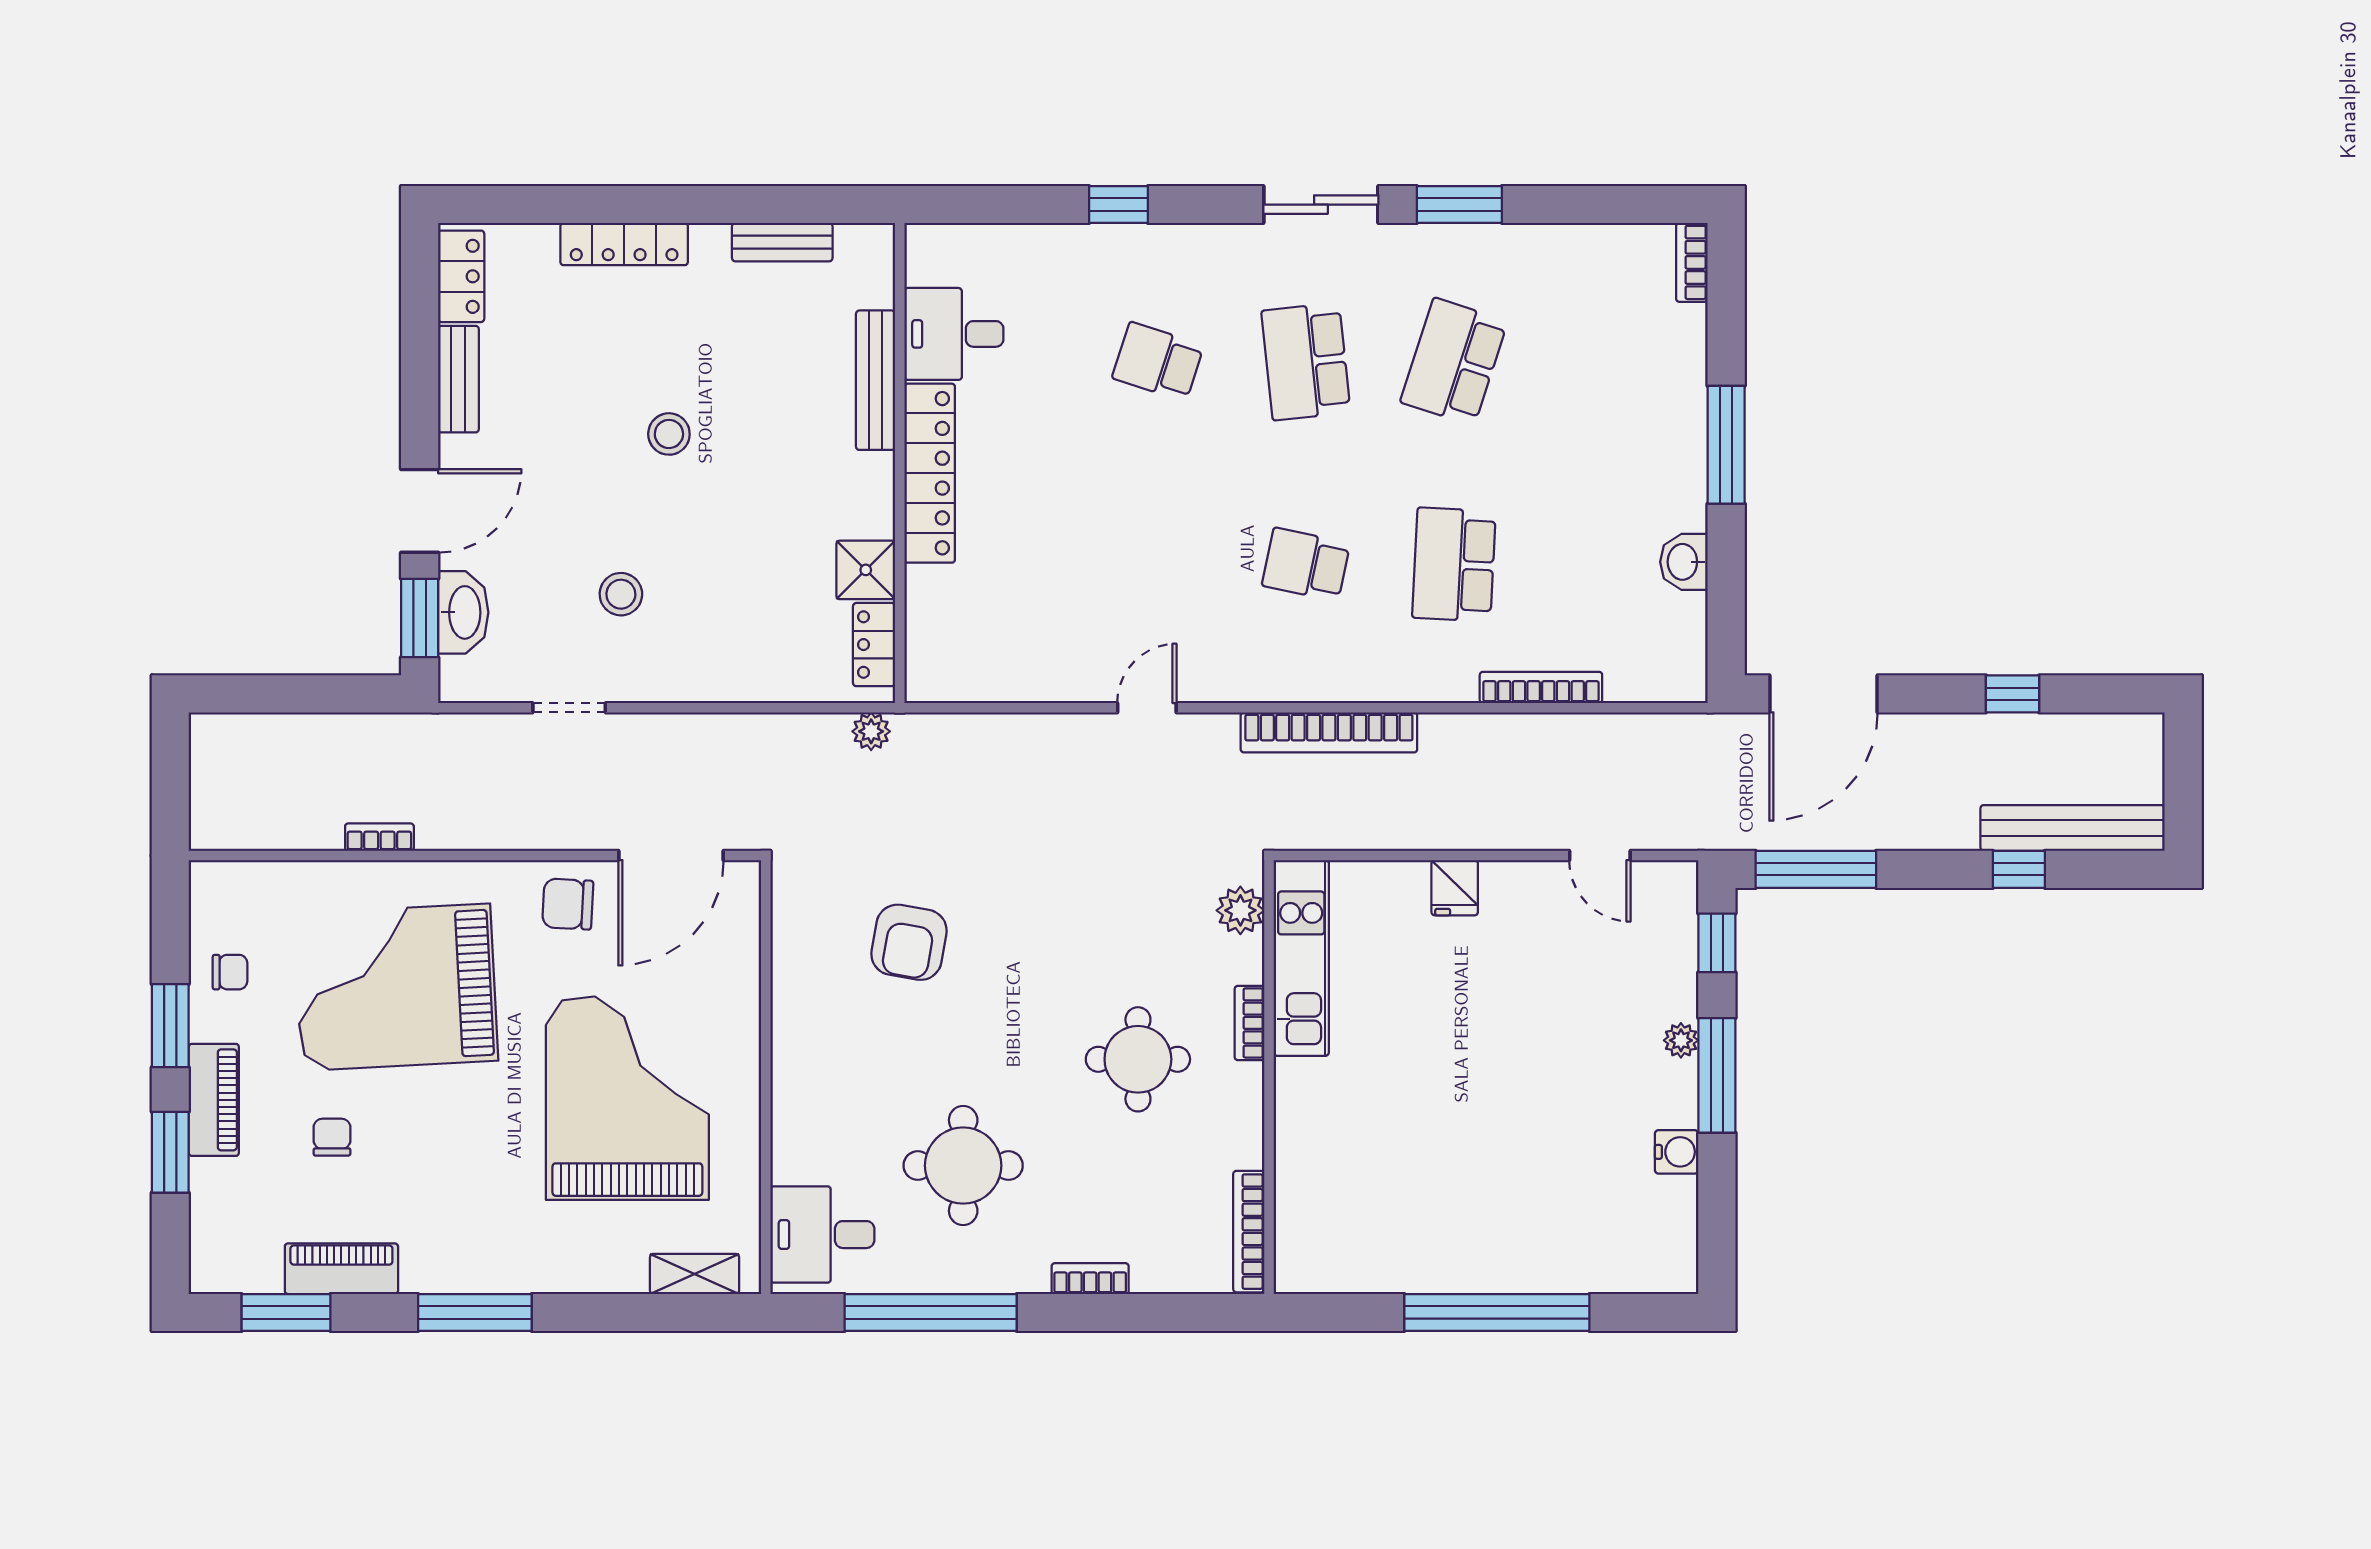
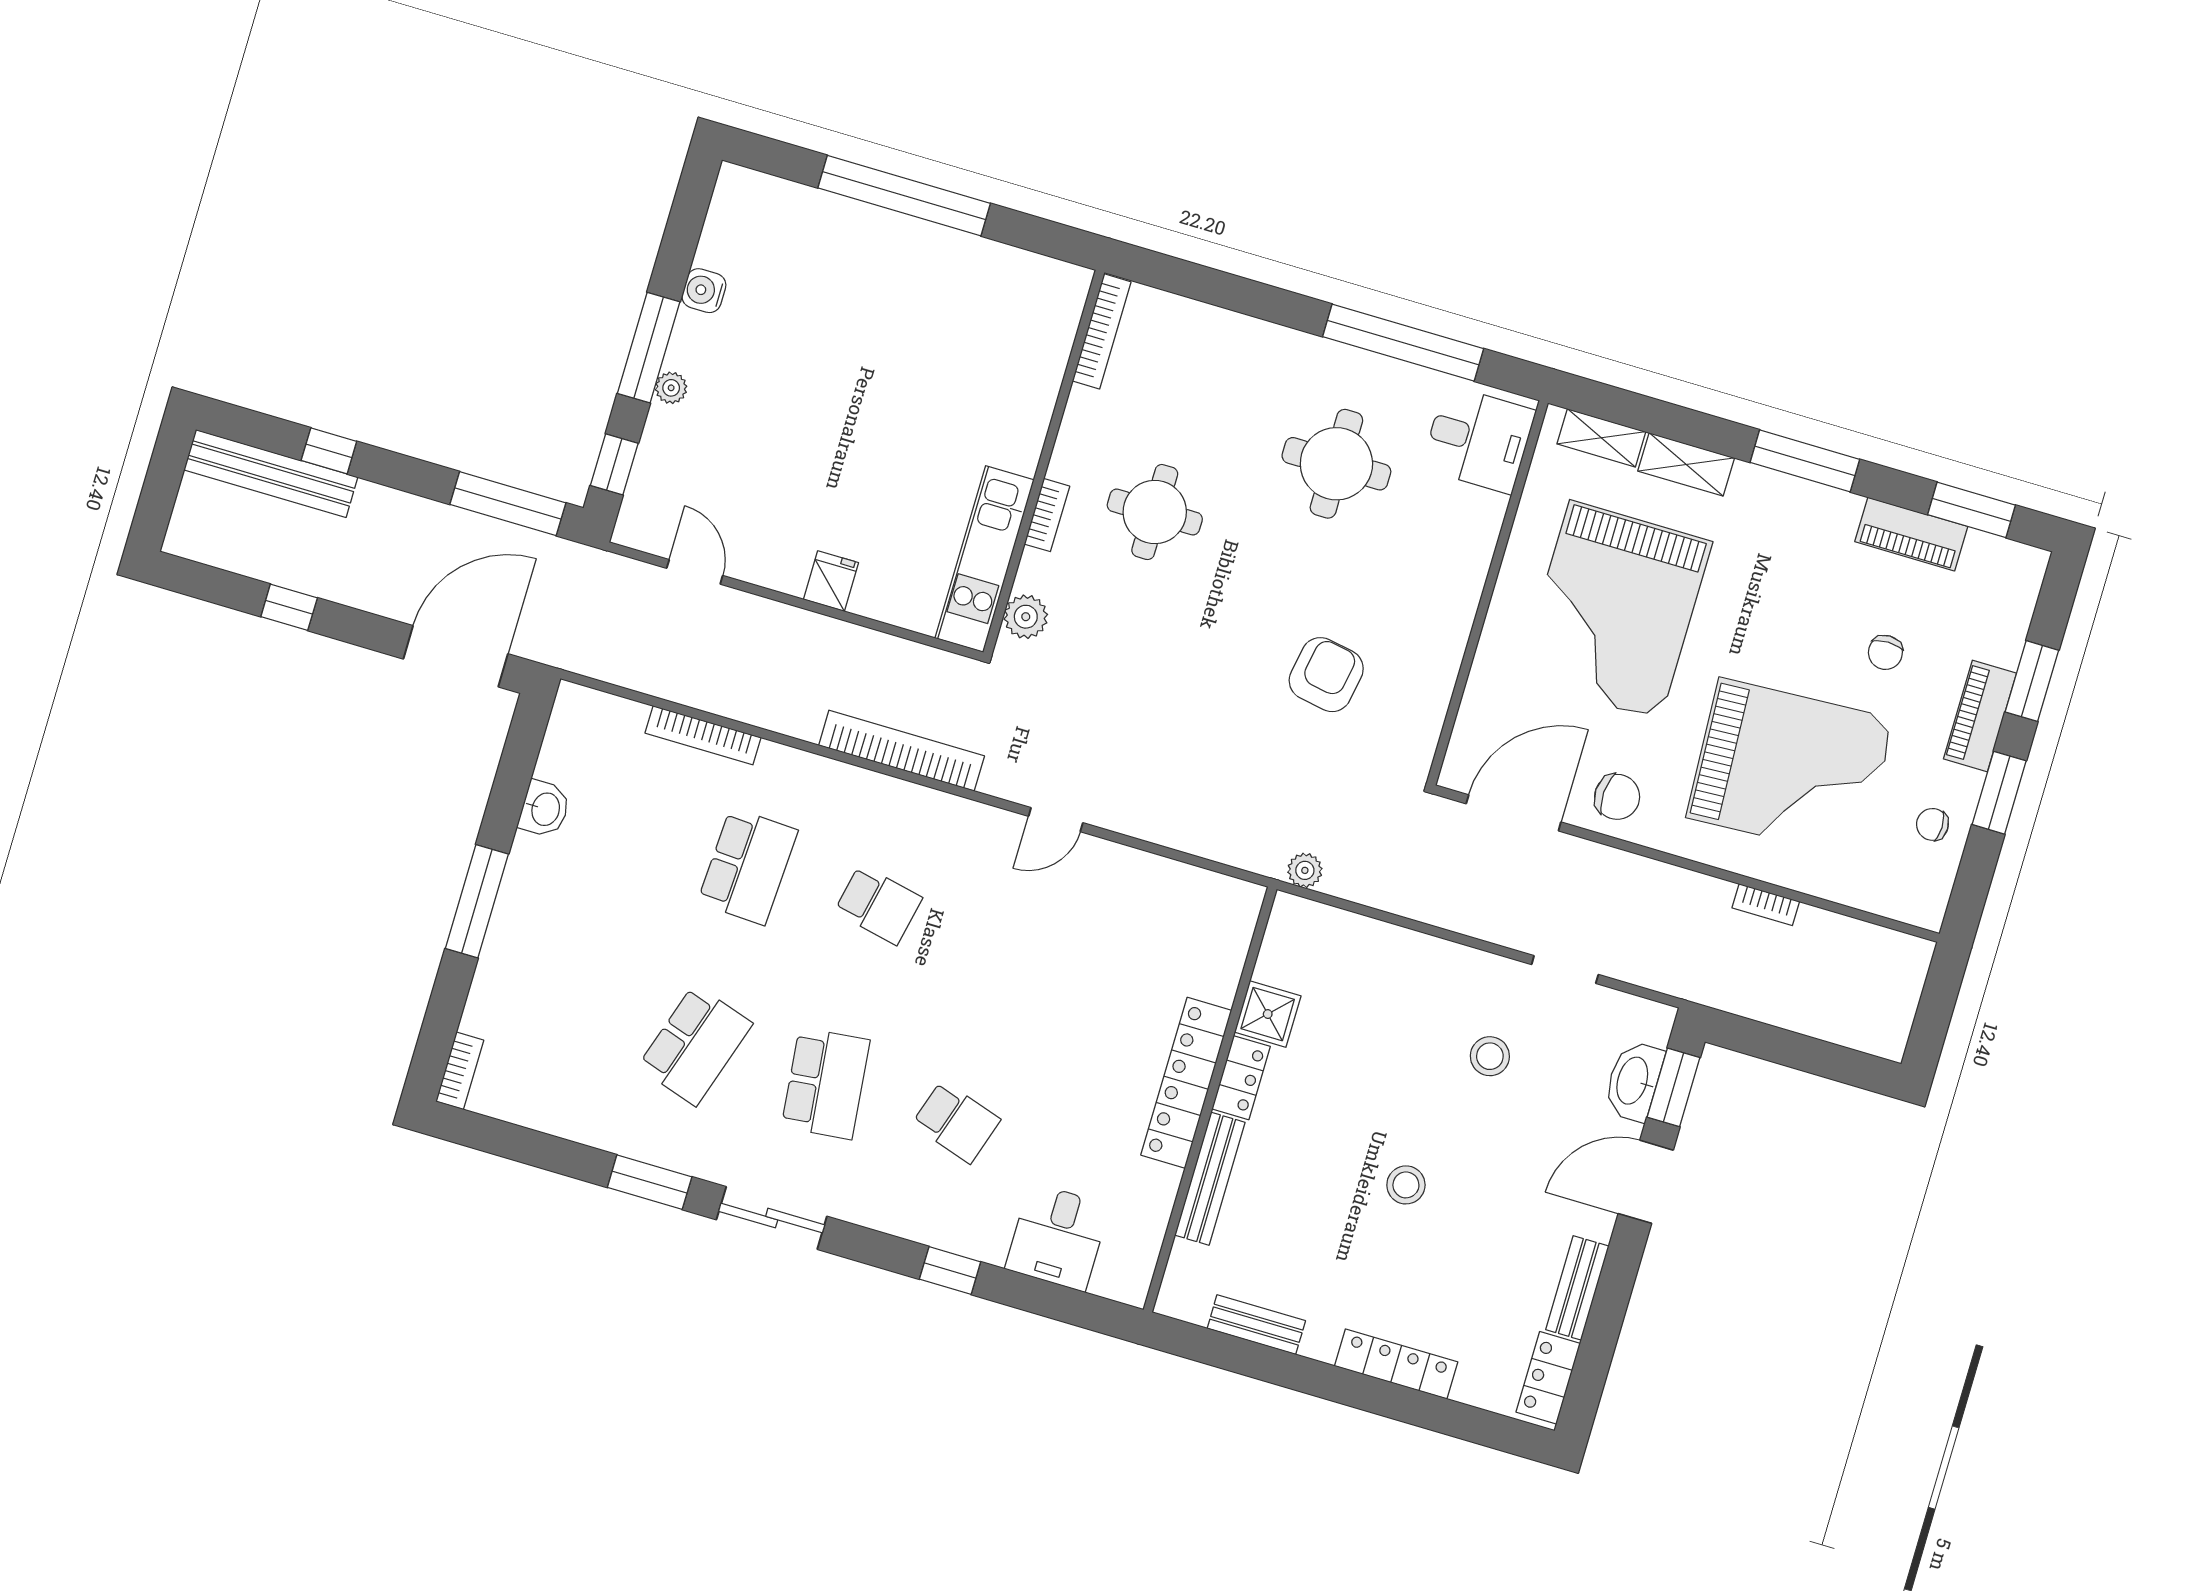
desk: (954, 334) -> (1057, 1237), moved, turned 90
locker: (874, 645) -> (1241, 1078), moved
shelving: (598, 1272) -> (1686, 464), added
bookcase: (1090, 1279) -> (1254, 331), removed

